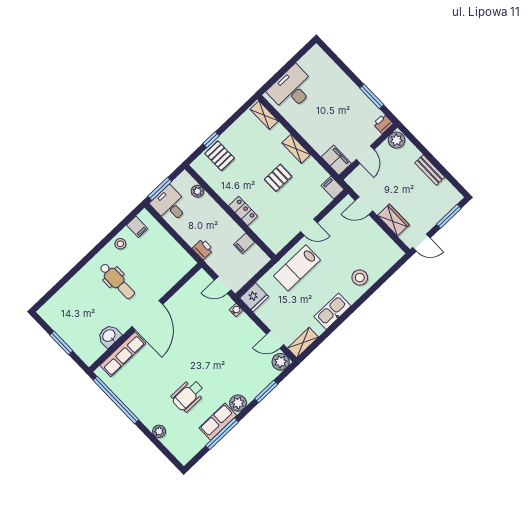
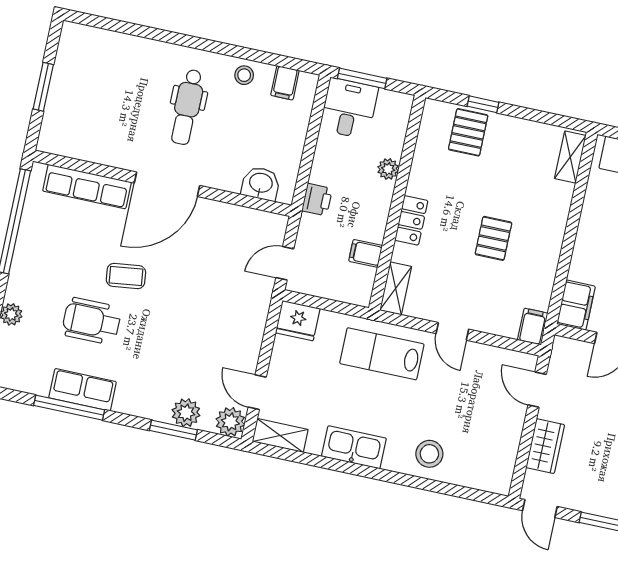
shelving: (296, 149) -> (396, 288), moved
pallet: (278, 178) -> (493, 238), turned 90
plant: (197, 191) -> (388, 169), moved
door: (223, 285) -> (285, 263), hinge flipped
water cooler: (236, 310) -> (261, 307), removed
washbasin: (109, 336) -> (261, 184), moved
coffee table: (178, 365) -> (126, 276), added
plant: (238, 403) -> (186, 413), moved

